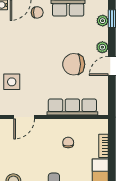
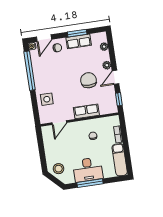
window: (112, 19) -> (119, 99), moved
chair: (74, 64) -> (89, 80), turned 90
row of seats: (72, 107) -> (86, 111), width x0.68

